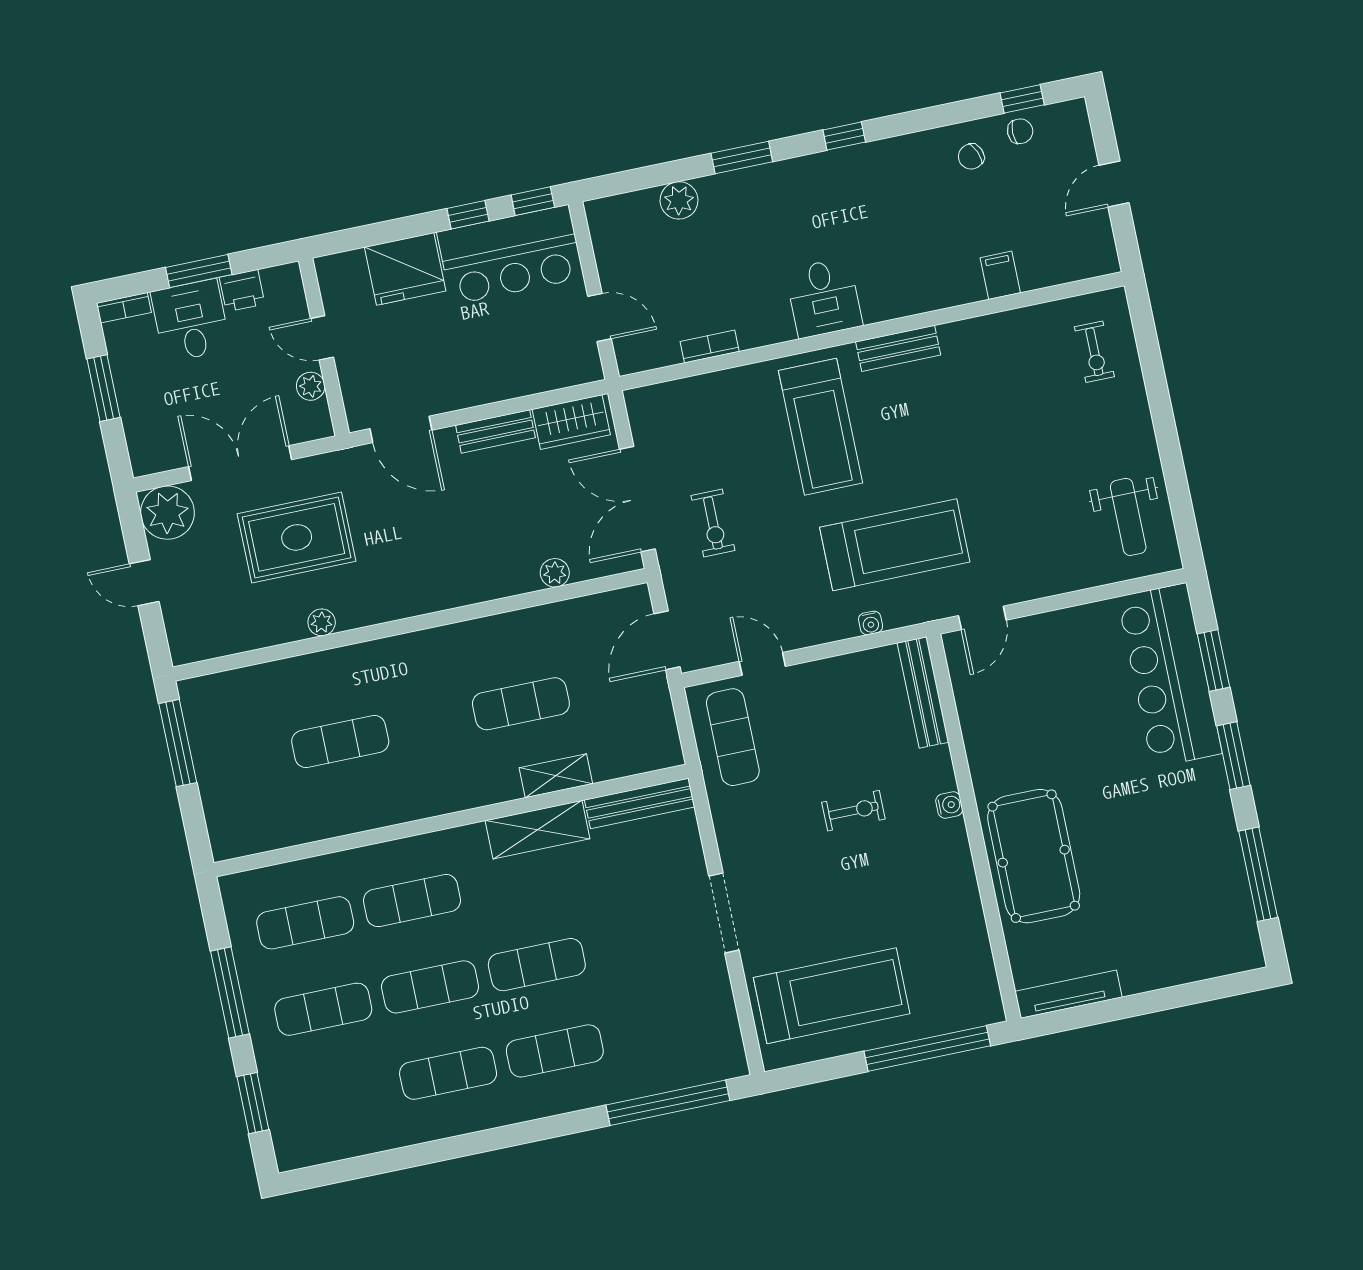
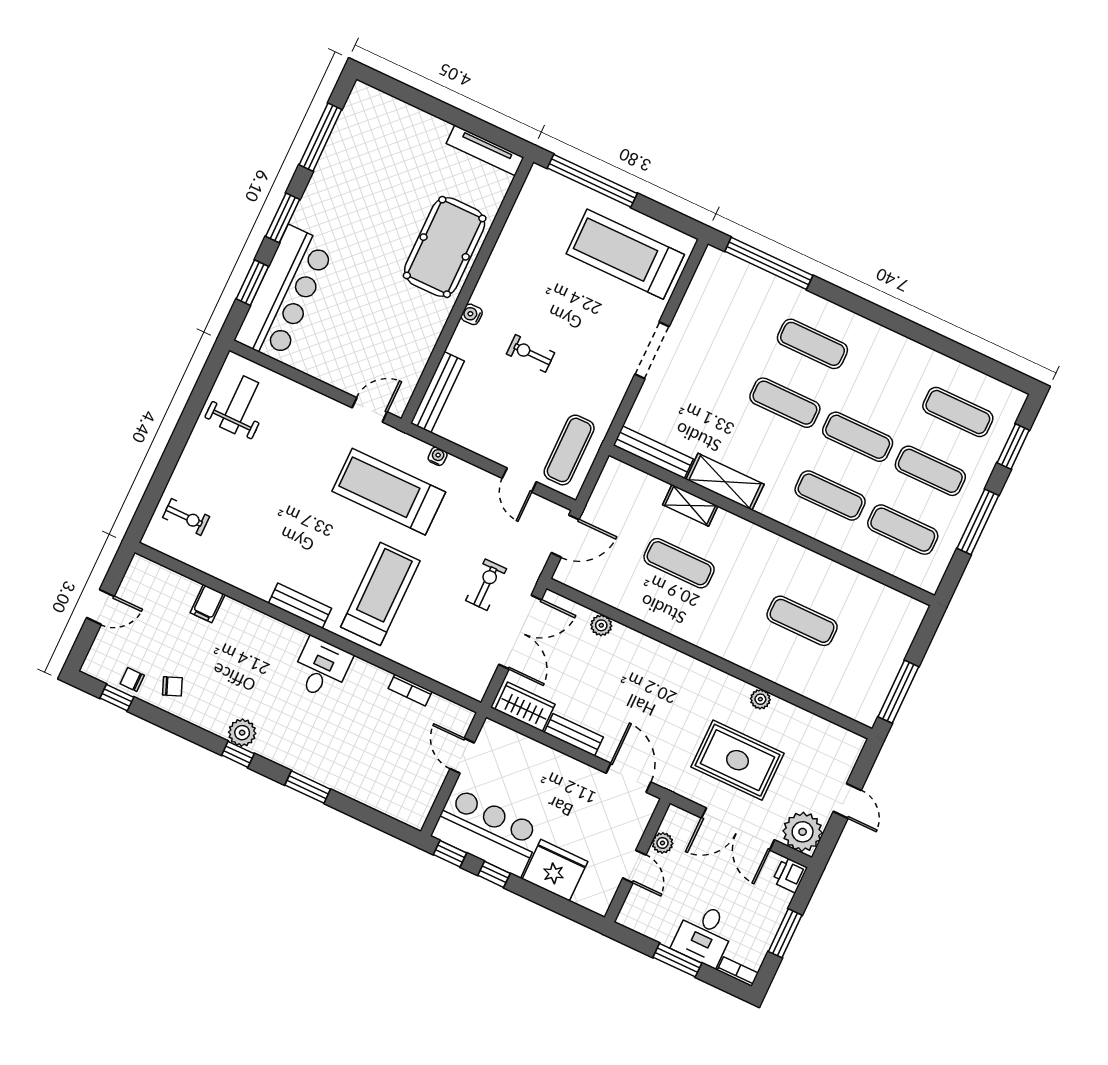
plant: (679, 200) -> (242, 733), moved
printer: (242, 291) -> (790, 875), moved, turned -90
exercise bike: (1094, 352) -> (186, 517), turned 90
exercise mat: (448, 1073) -> (958, 412), moved

